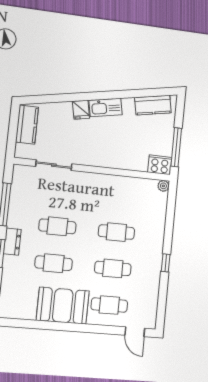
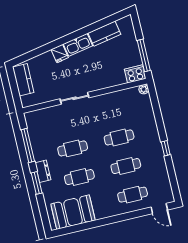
kitchen counter: (153, 105) -> (104, 34), moved
sliding door: (54, 165) -> (74, 98), moved
booth: (63, 306) -> (73, 212), moved

